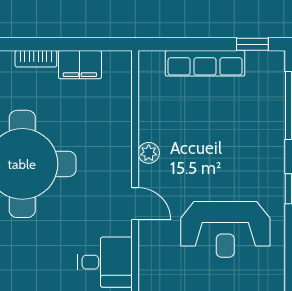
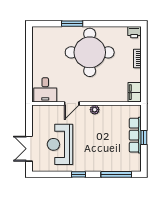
window: (252, 44) -> (144, 138), moved
filing cabinet: (80, 65) -> (135, 92), moved

